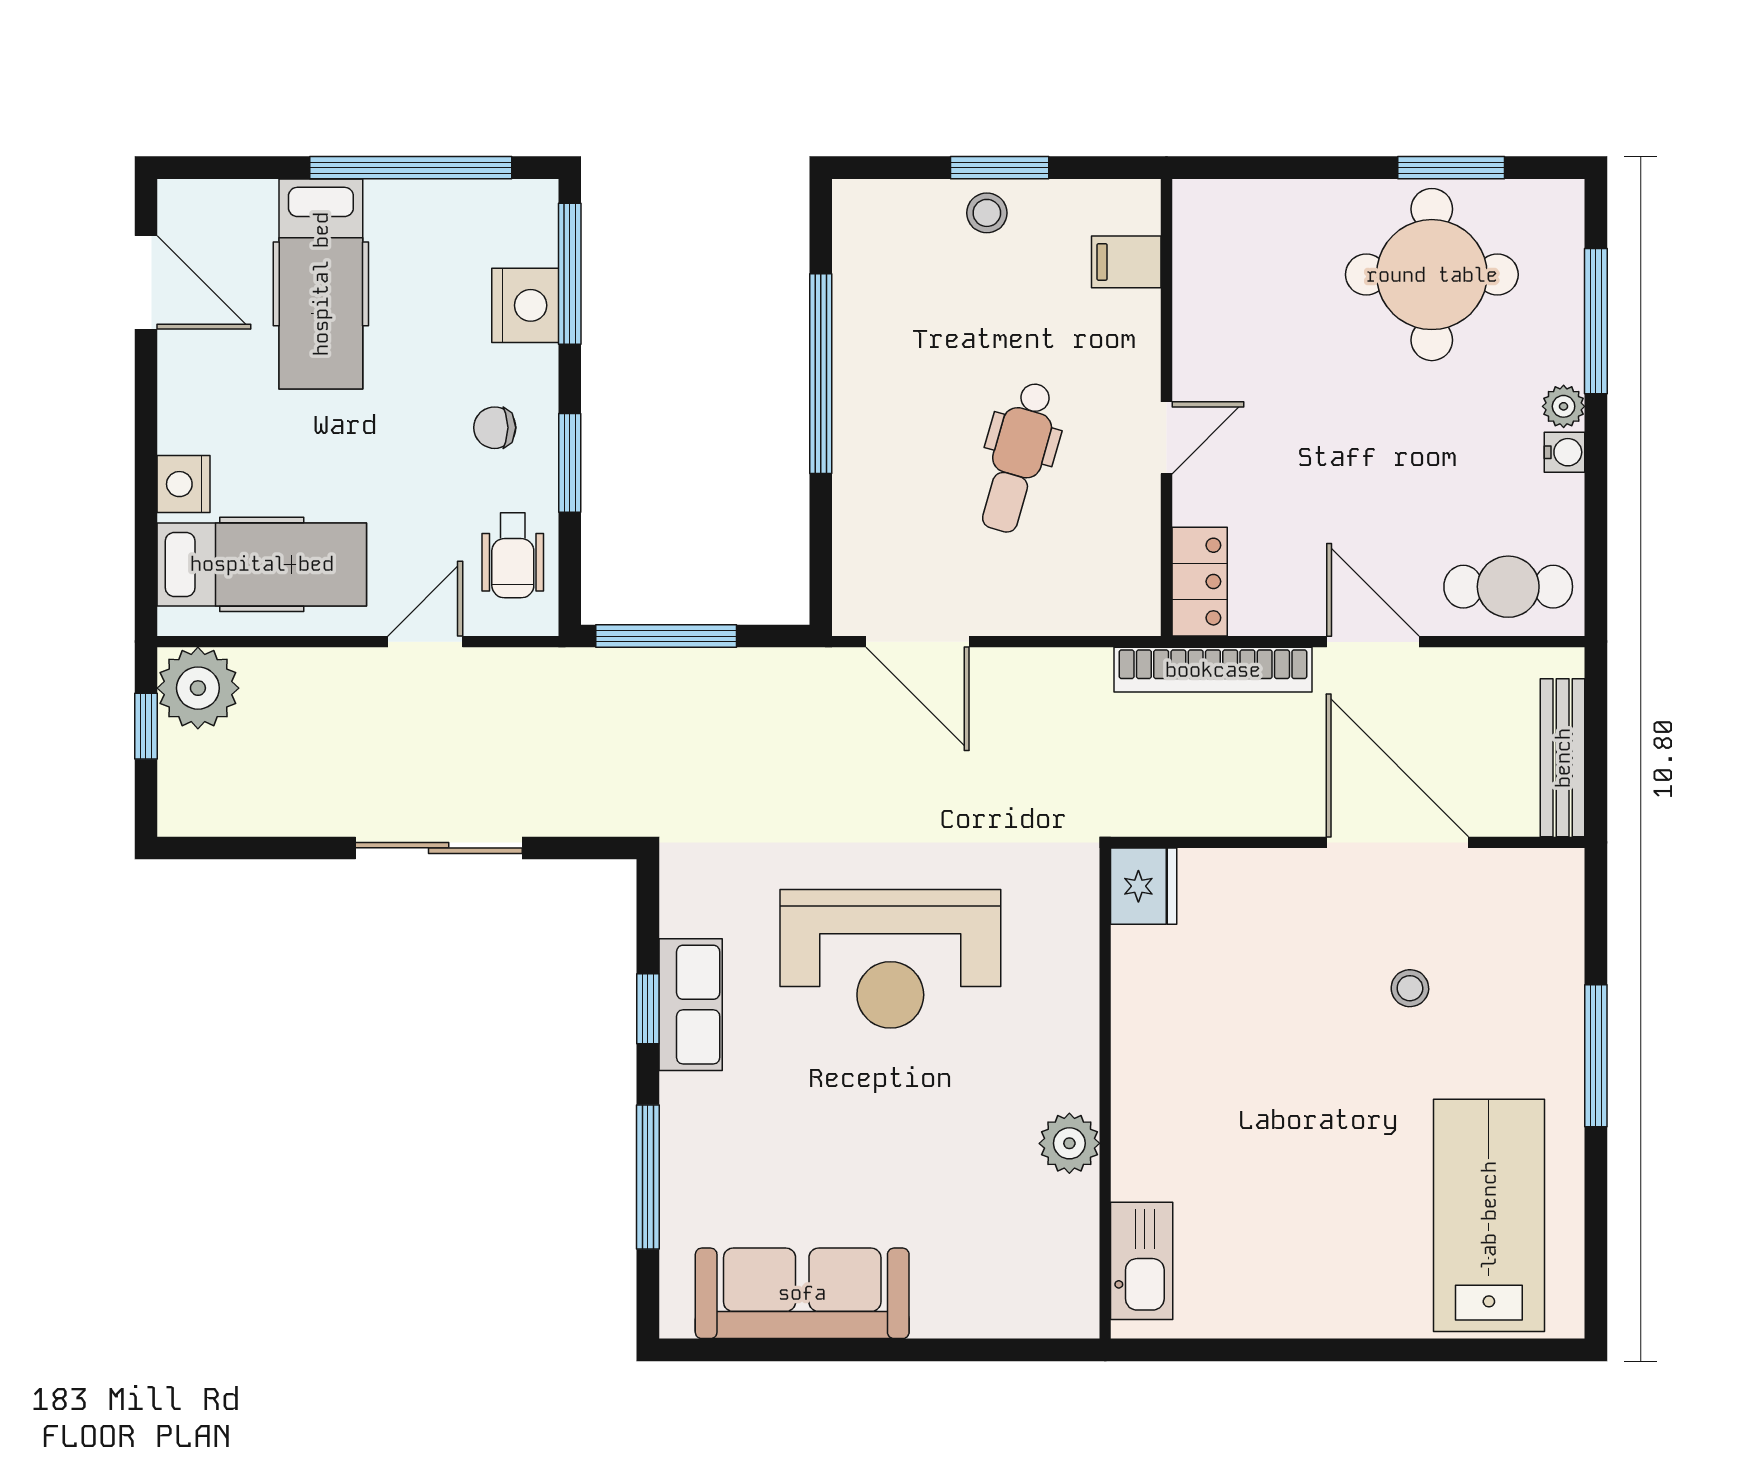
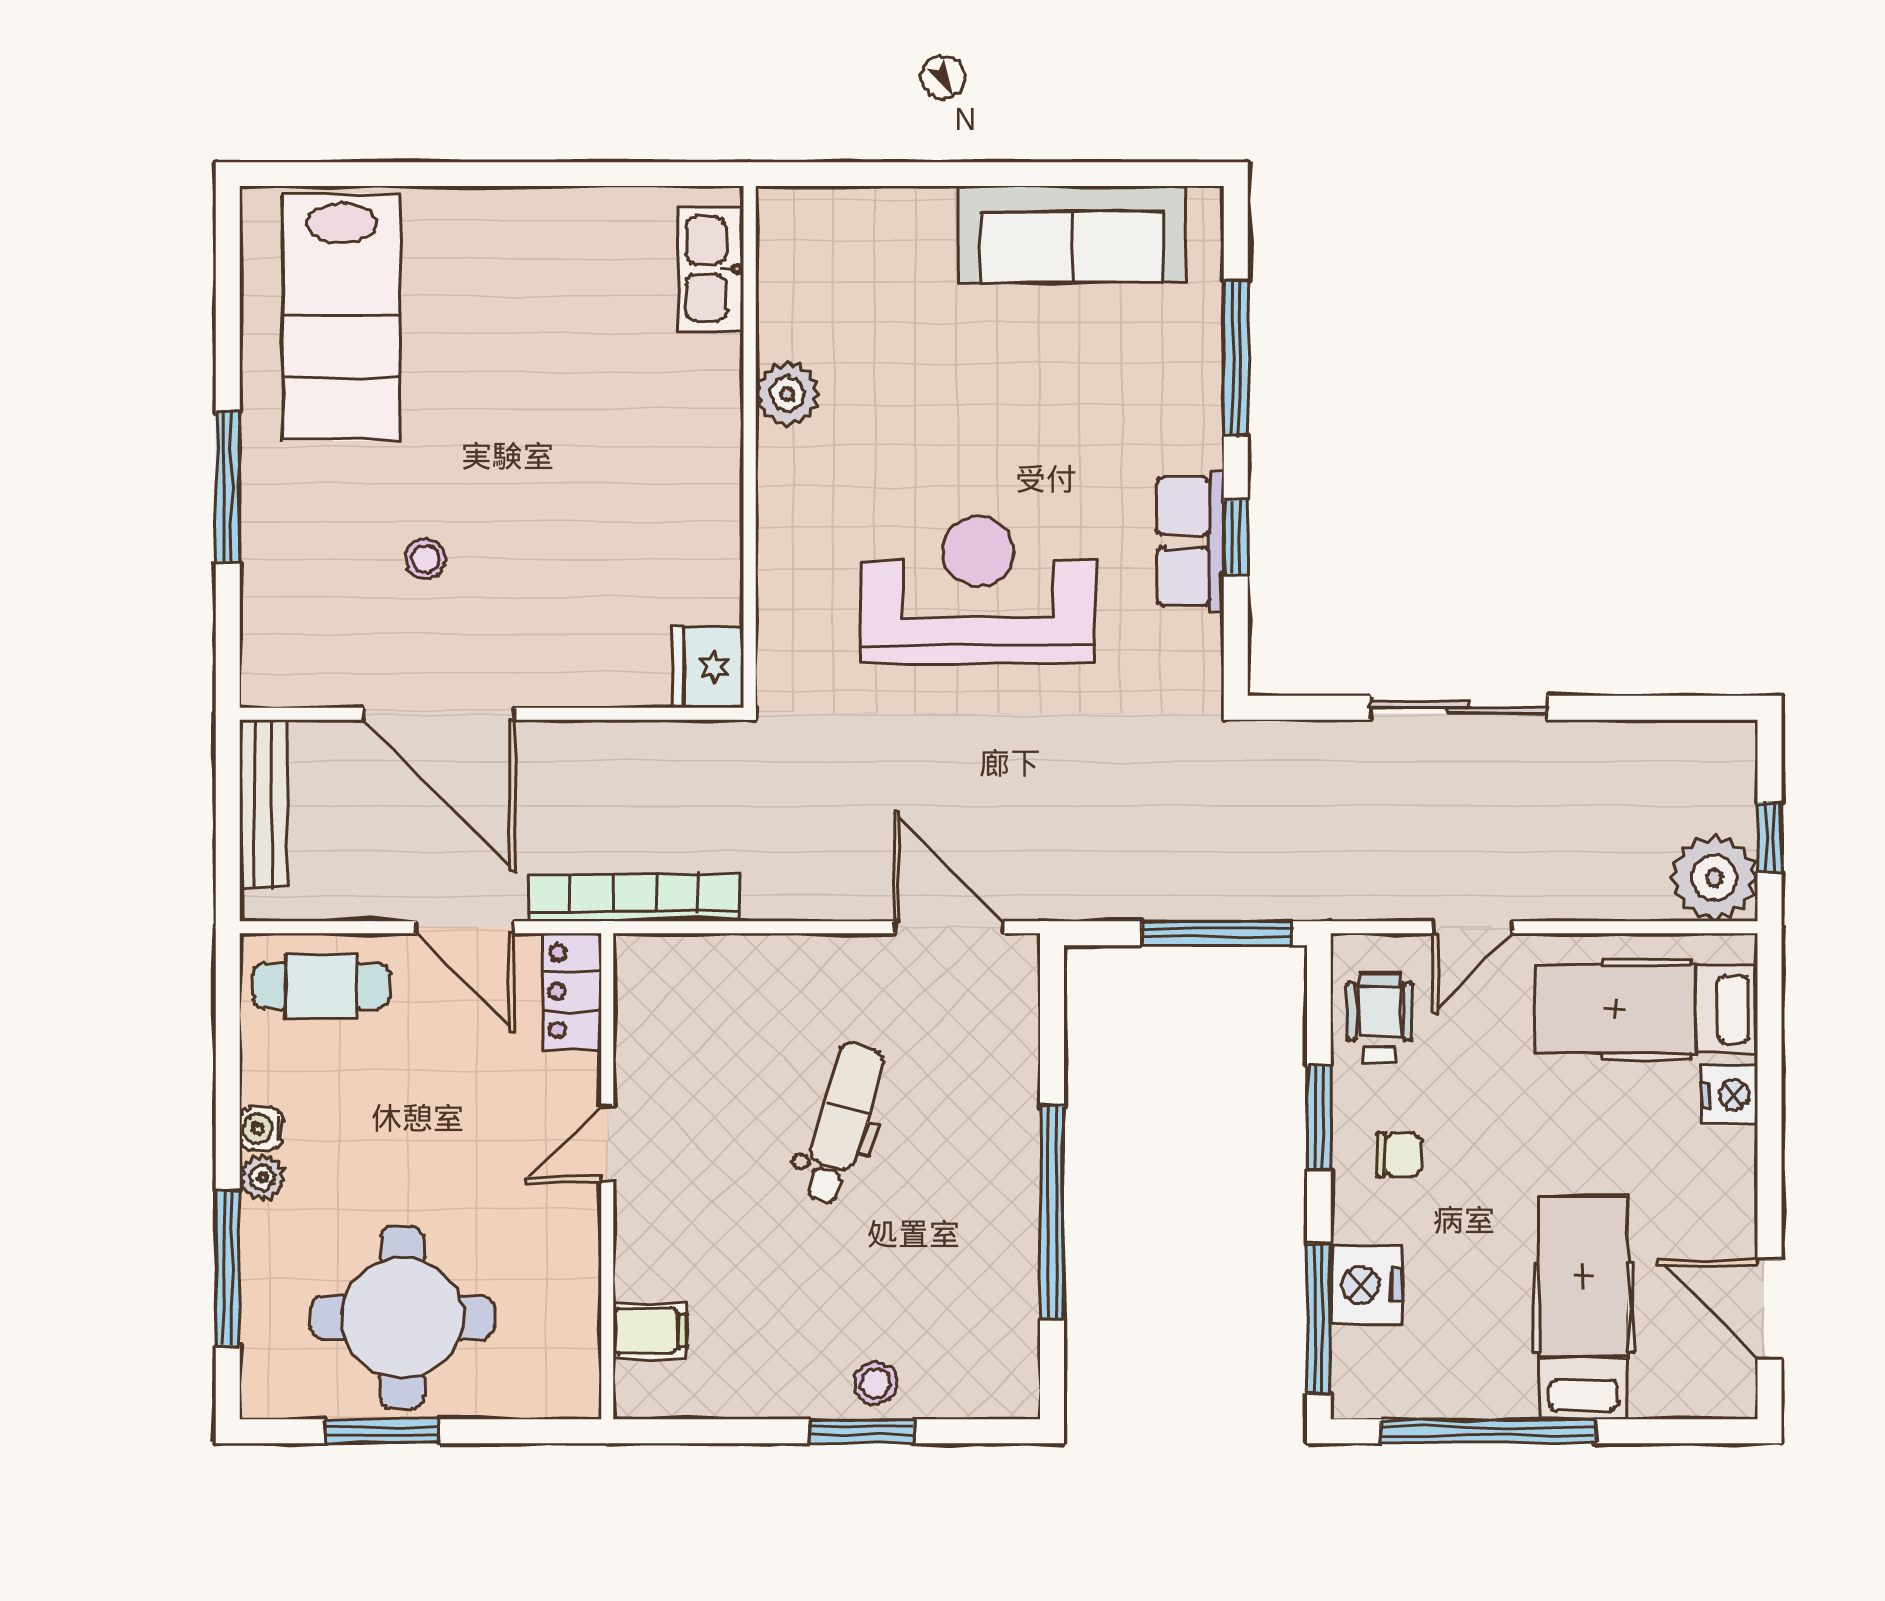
filing cabinet: (1126, 262) -> (650, 1331), moved
wall: (1167, 407) -> (607, 1176), moved
door: (1167, 438) -> (607, 1144), moved
locker: (1200, 582) -> (572, 991), moved

